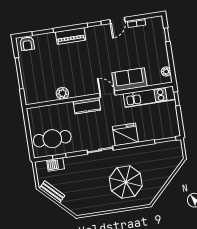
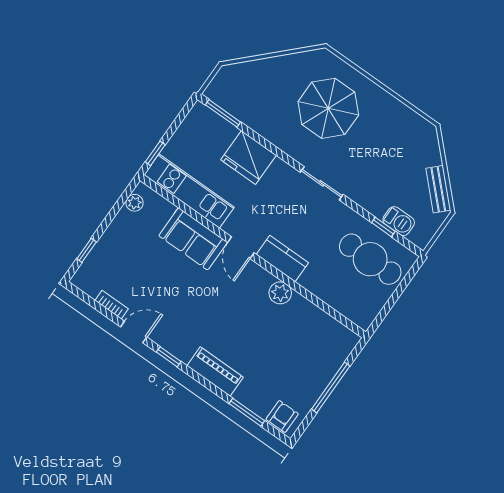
plant: (62, 93) -> (280, 293), moved
fridge: (125, 134) -> (248, 158), moved

